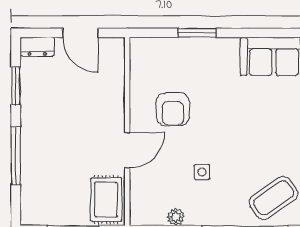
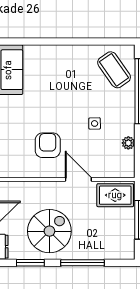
armchair: (173, 109) -> (48, 145), turned -90
spiral stairs: (58, 112) -> (49, 231), added

